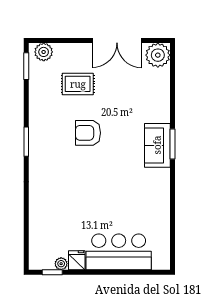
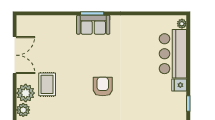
plant: (158, 55) -> (26, 93), moved
armchair: (88, 133) -> (103, 87), moved, turned 180
plant: (61, 264) -> (182, 24), moved

